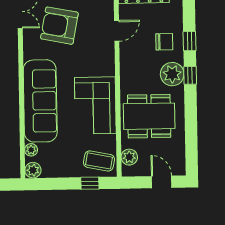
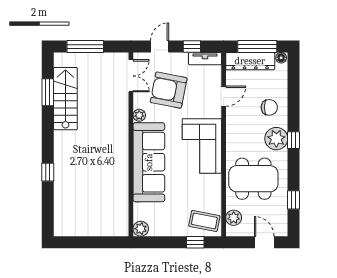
window: (189, 41) -> (293, 200), moved
corner sofa: (95, 105) -> (202, 146), moved
plant: (31, 150) -> (139, 115), moved

